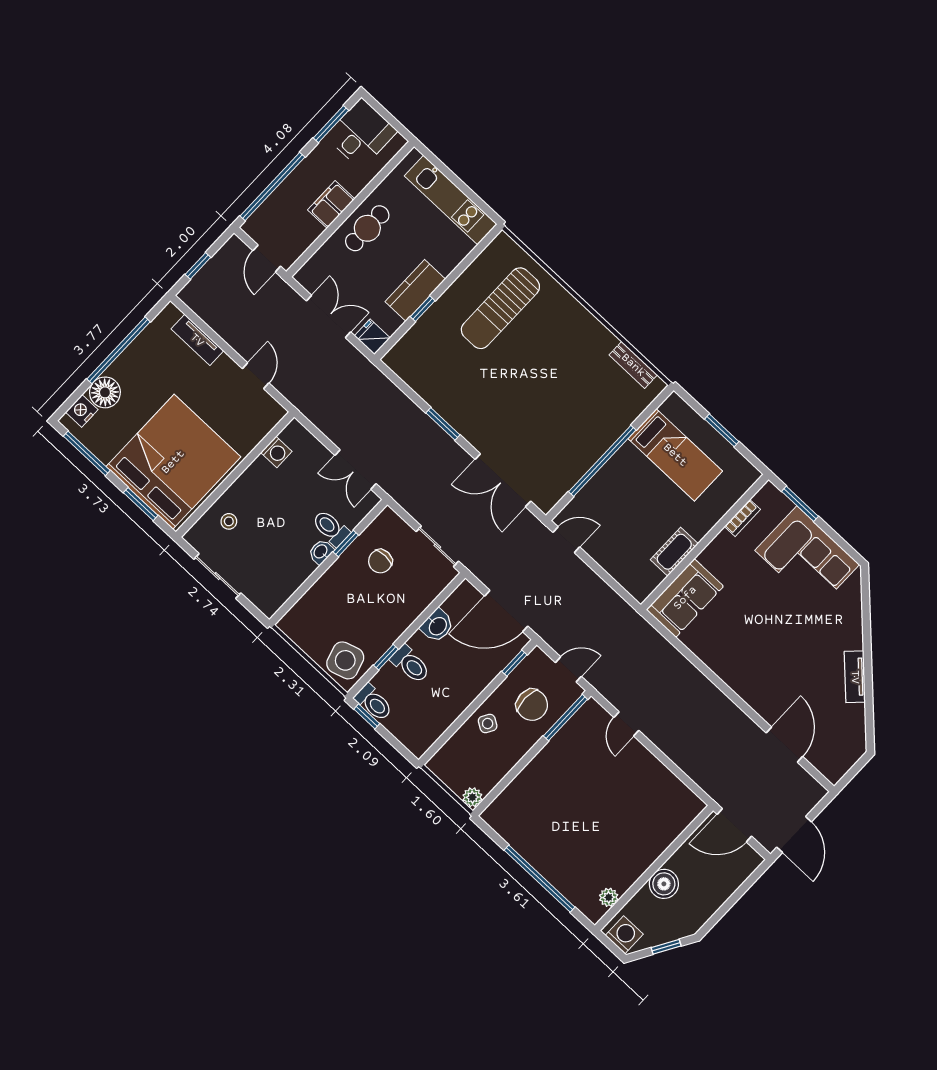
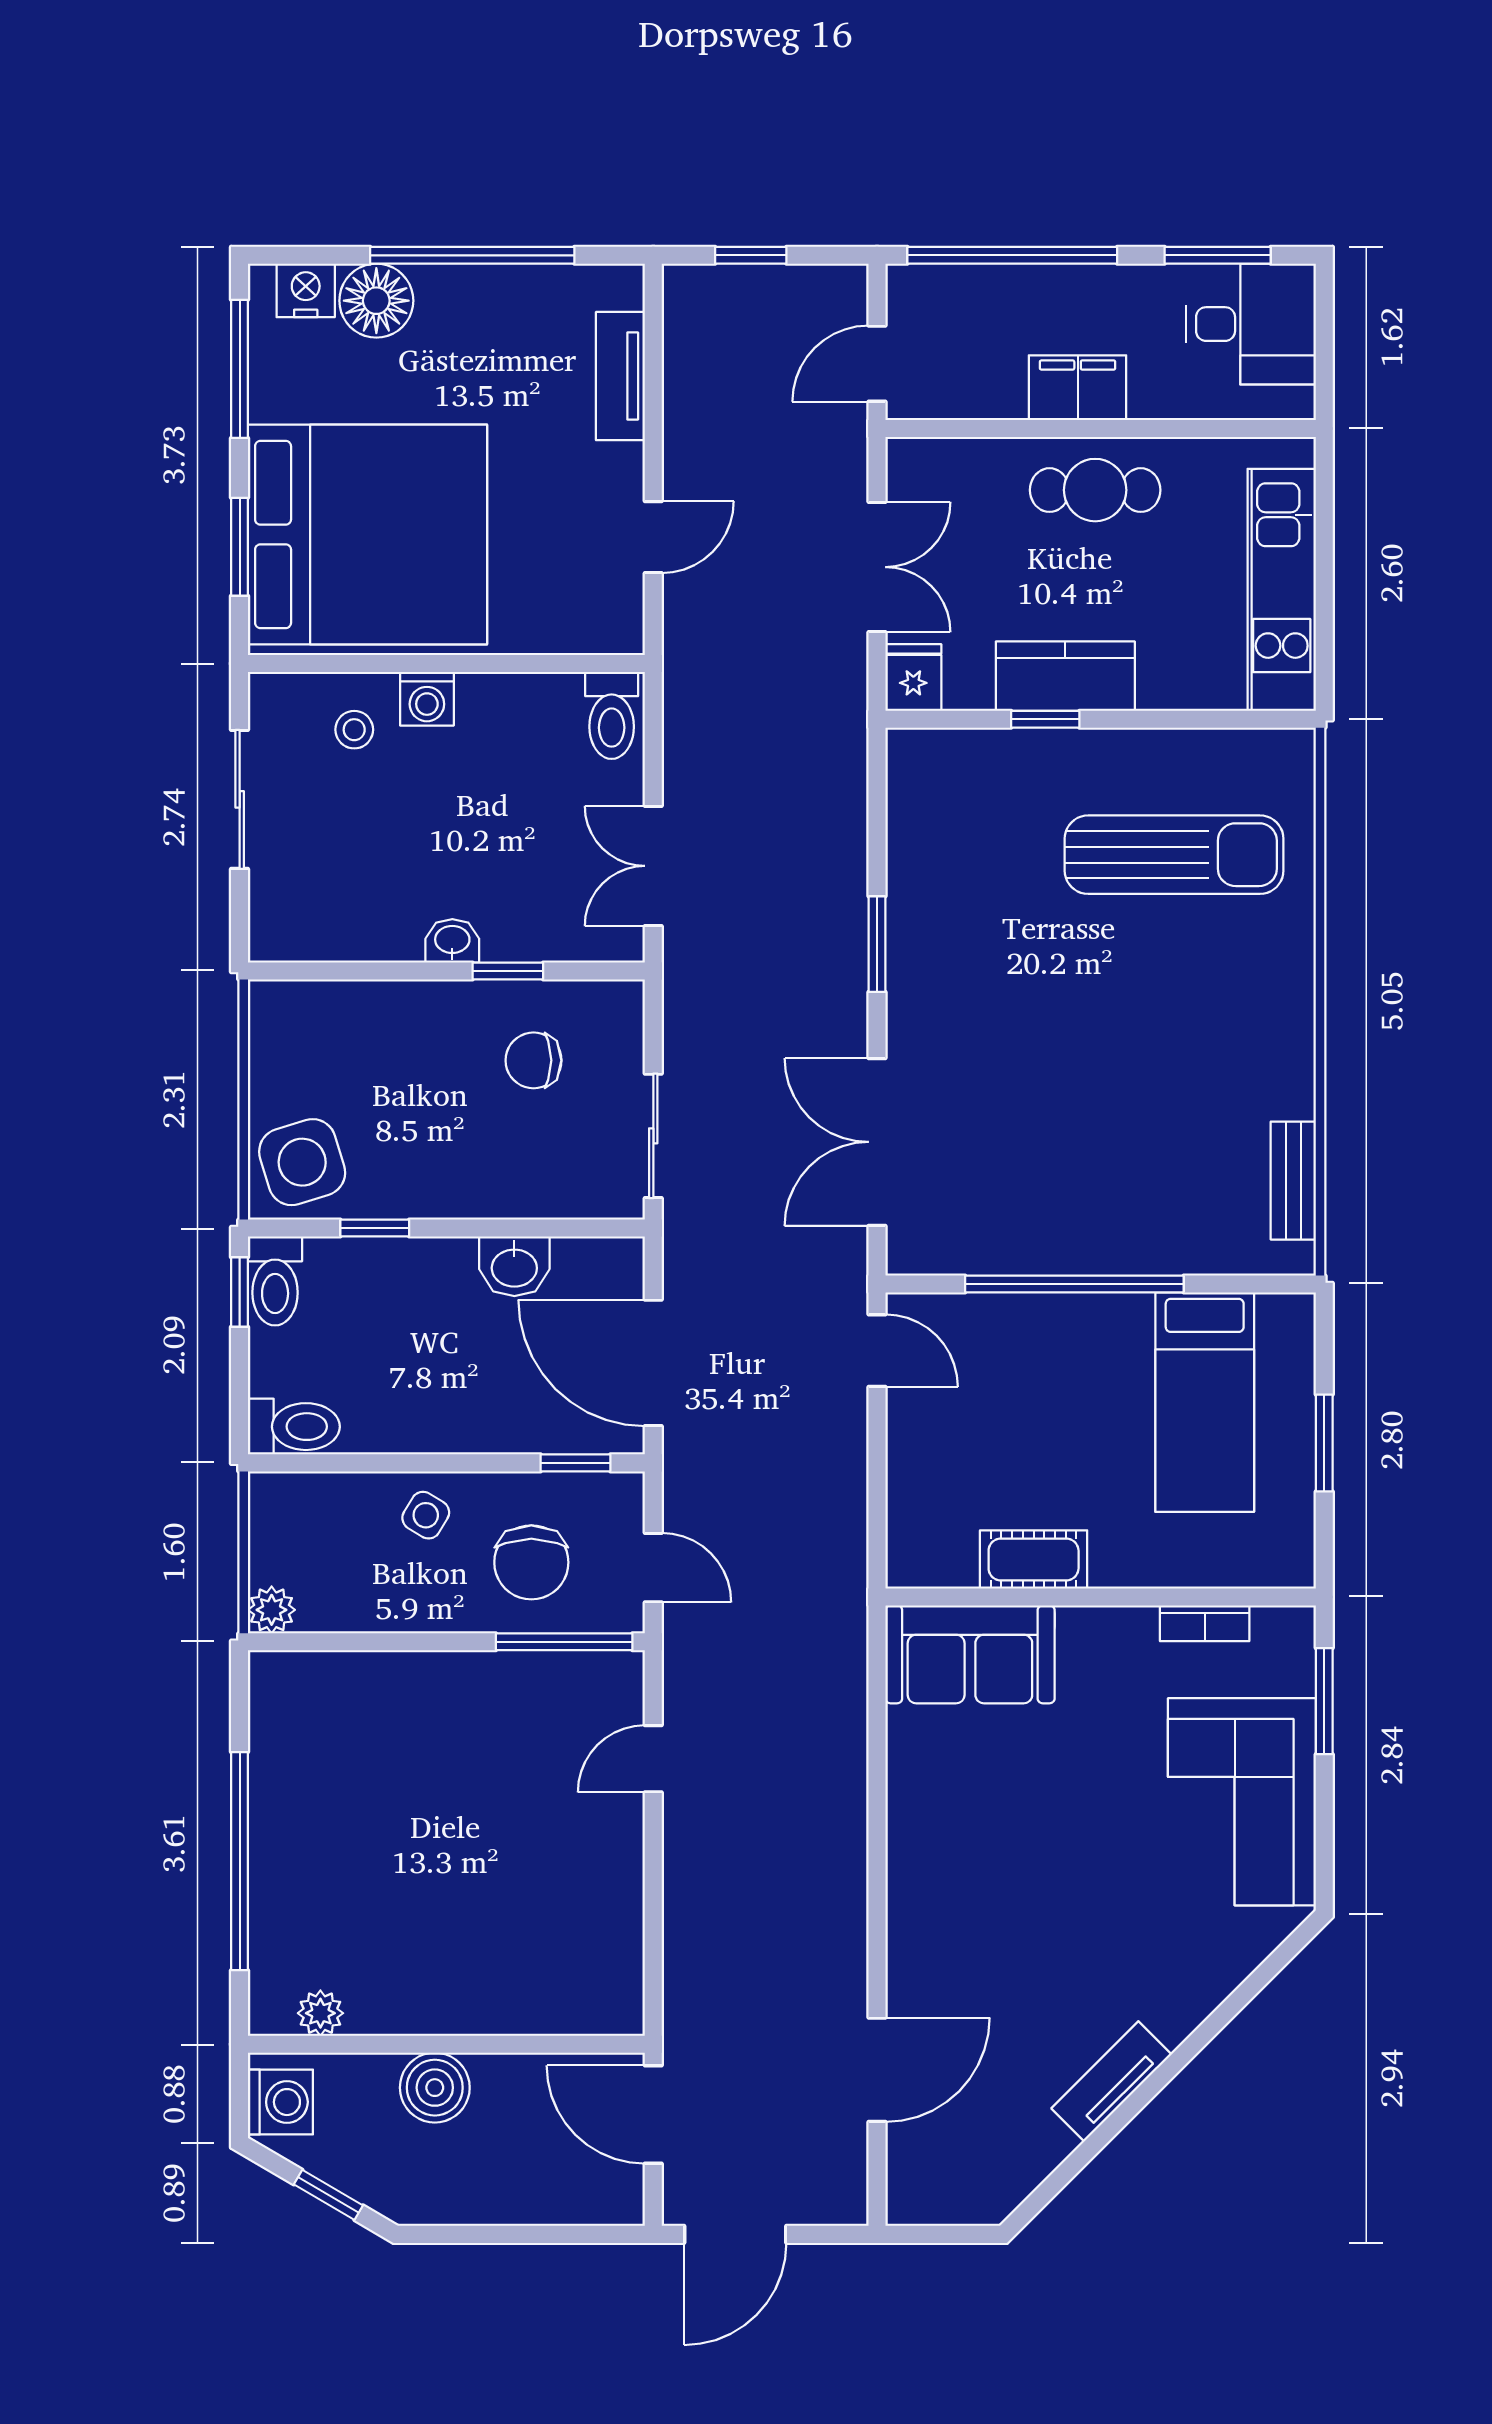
sun lounger: (500, 308) -> (1174, 855), turned 180
washing machine: (276, 452) -> (427, 699), moved
toilet: (331, 528) -> (612, 715), moved, turned 180
toilet: (410, 664) -> (294, 1427), moved, turned -90

